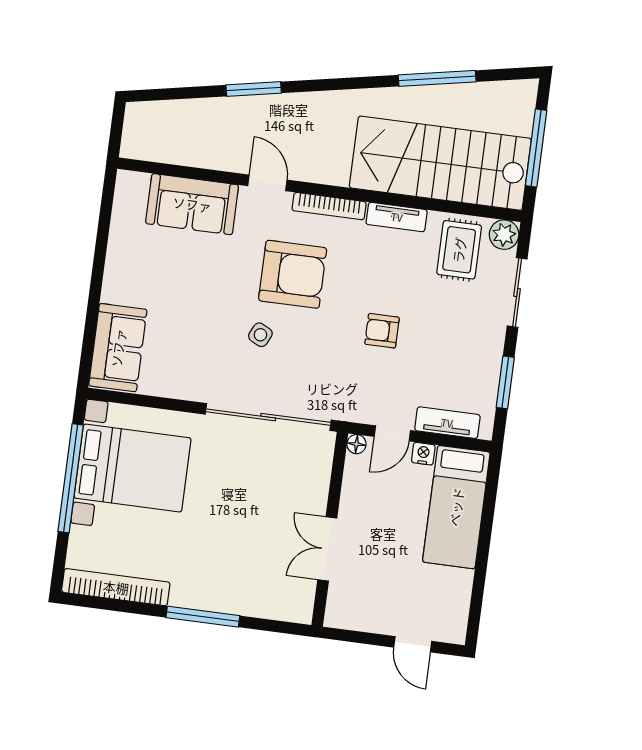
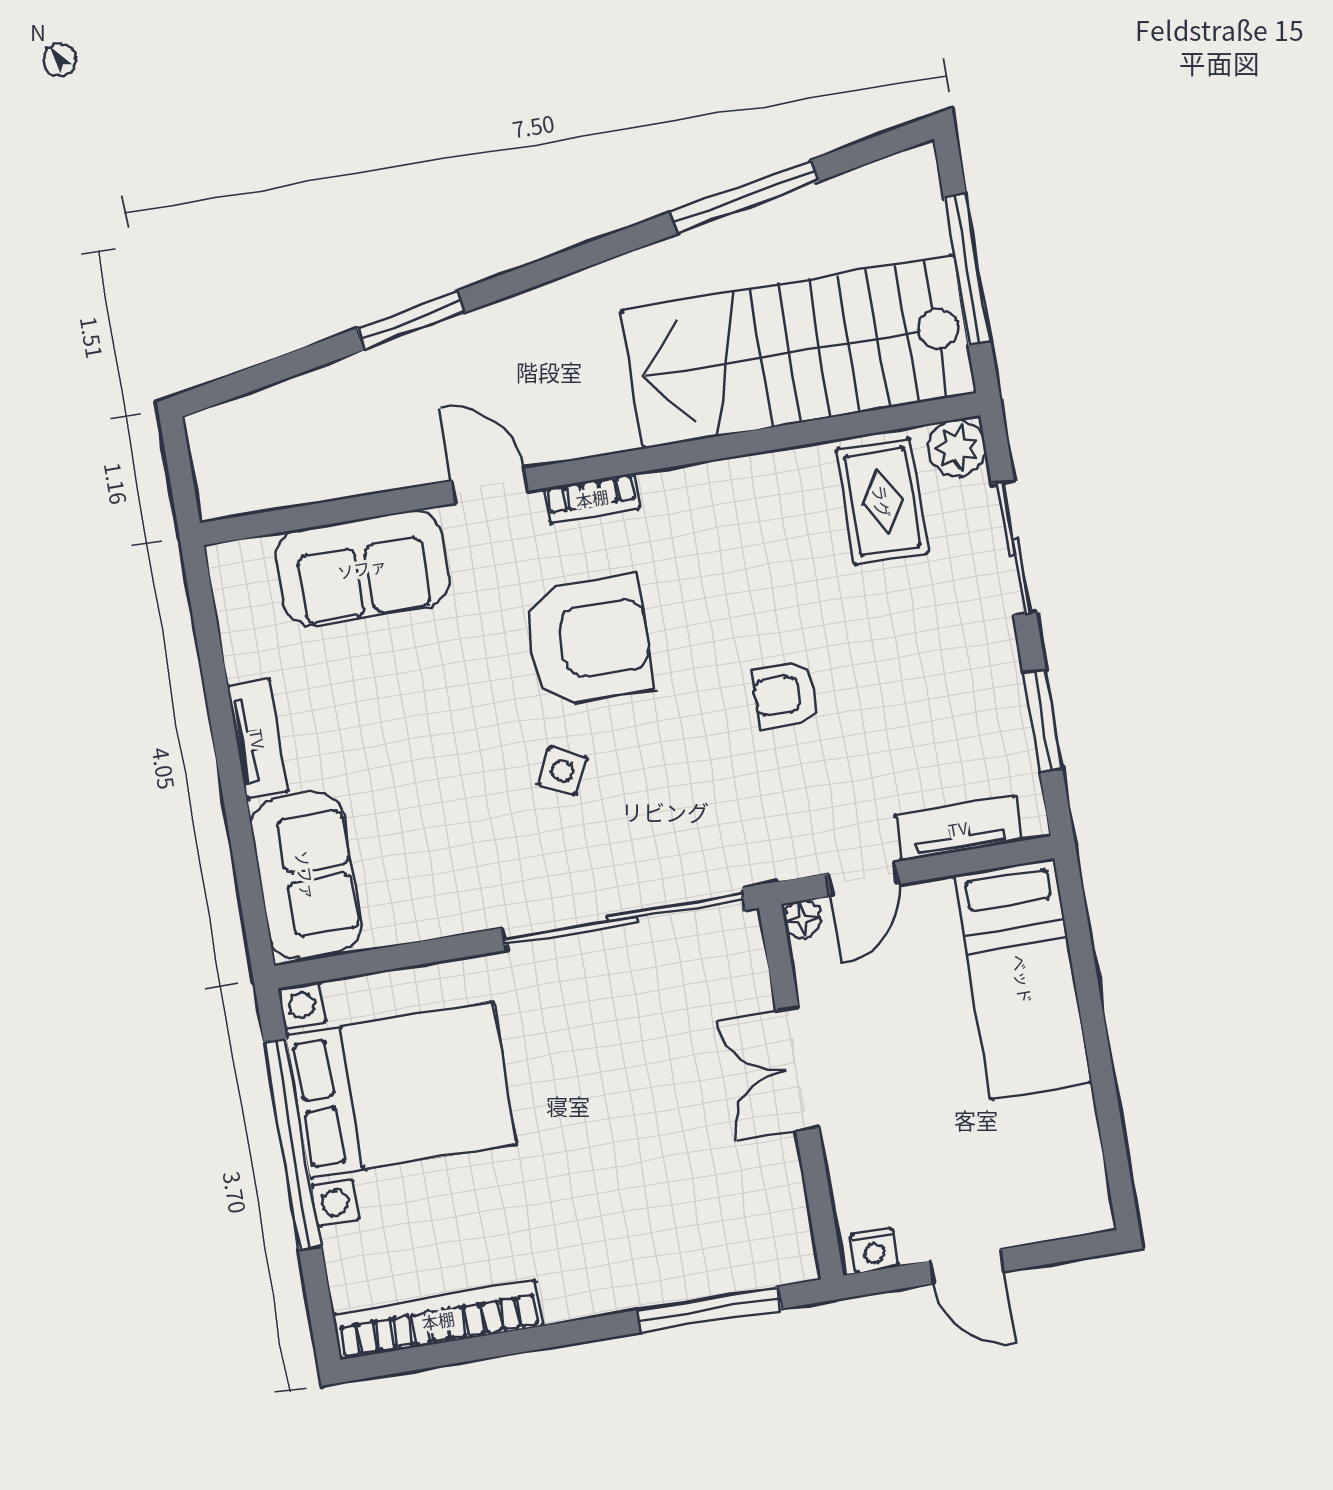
bookcase: (329, 206) -> (592, 498), width x0.64
tv unit: (397, 217) -> (258, 739), moved, turned -90
nightstand: (423, 454) -> (874, 1250), moved, turned 180
double door: (327, 549) -> (797, 1068), moved
window: (203, 617) -> (709, 1309), moved
door: (413, 644) -> (966, 1266), moved

